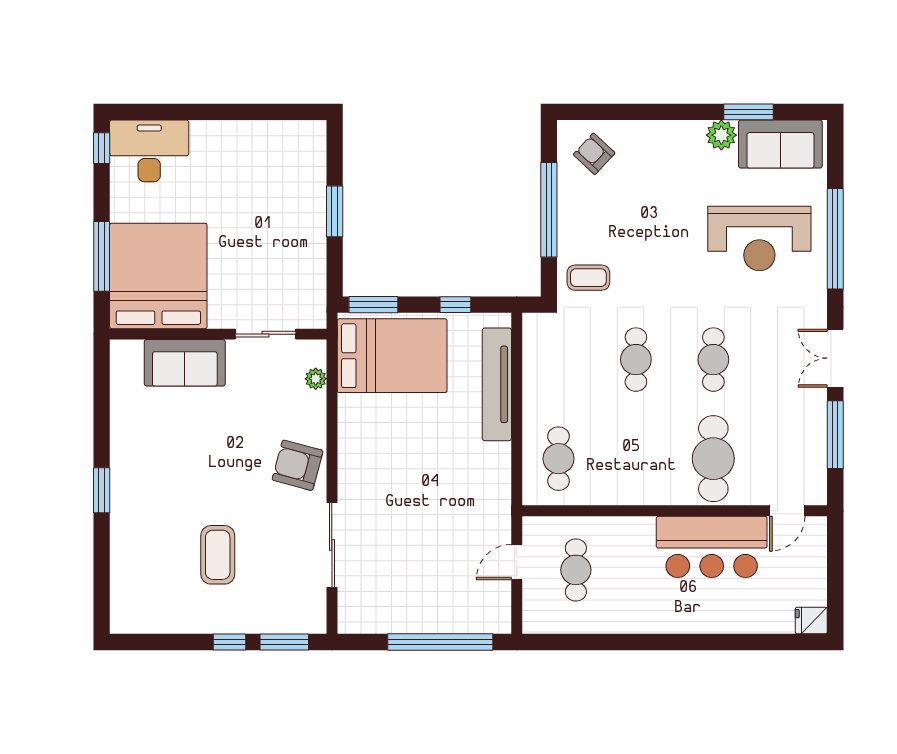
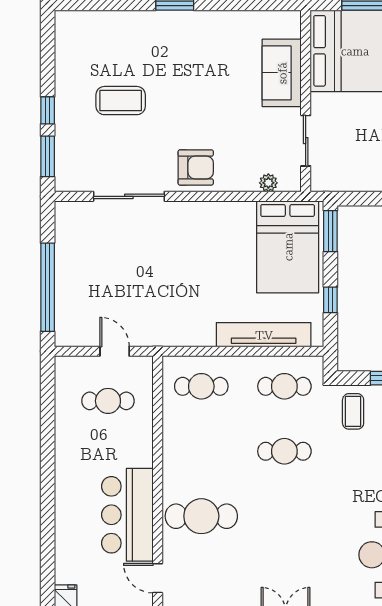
cafe table: (713, 360) -> (284, 386), moved
armchair: (298, 465) -> (196, 167), turned 75

